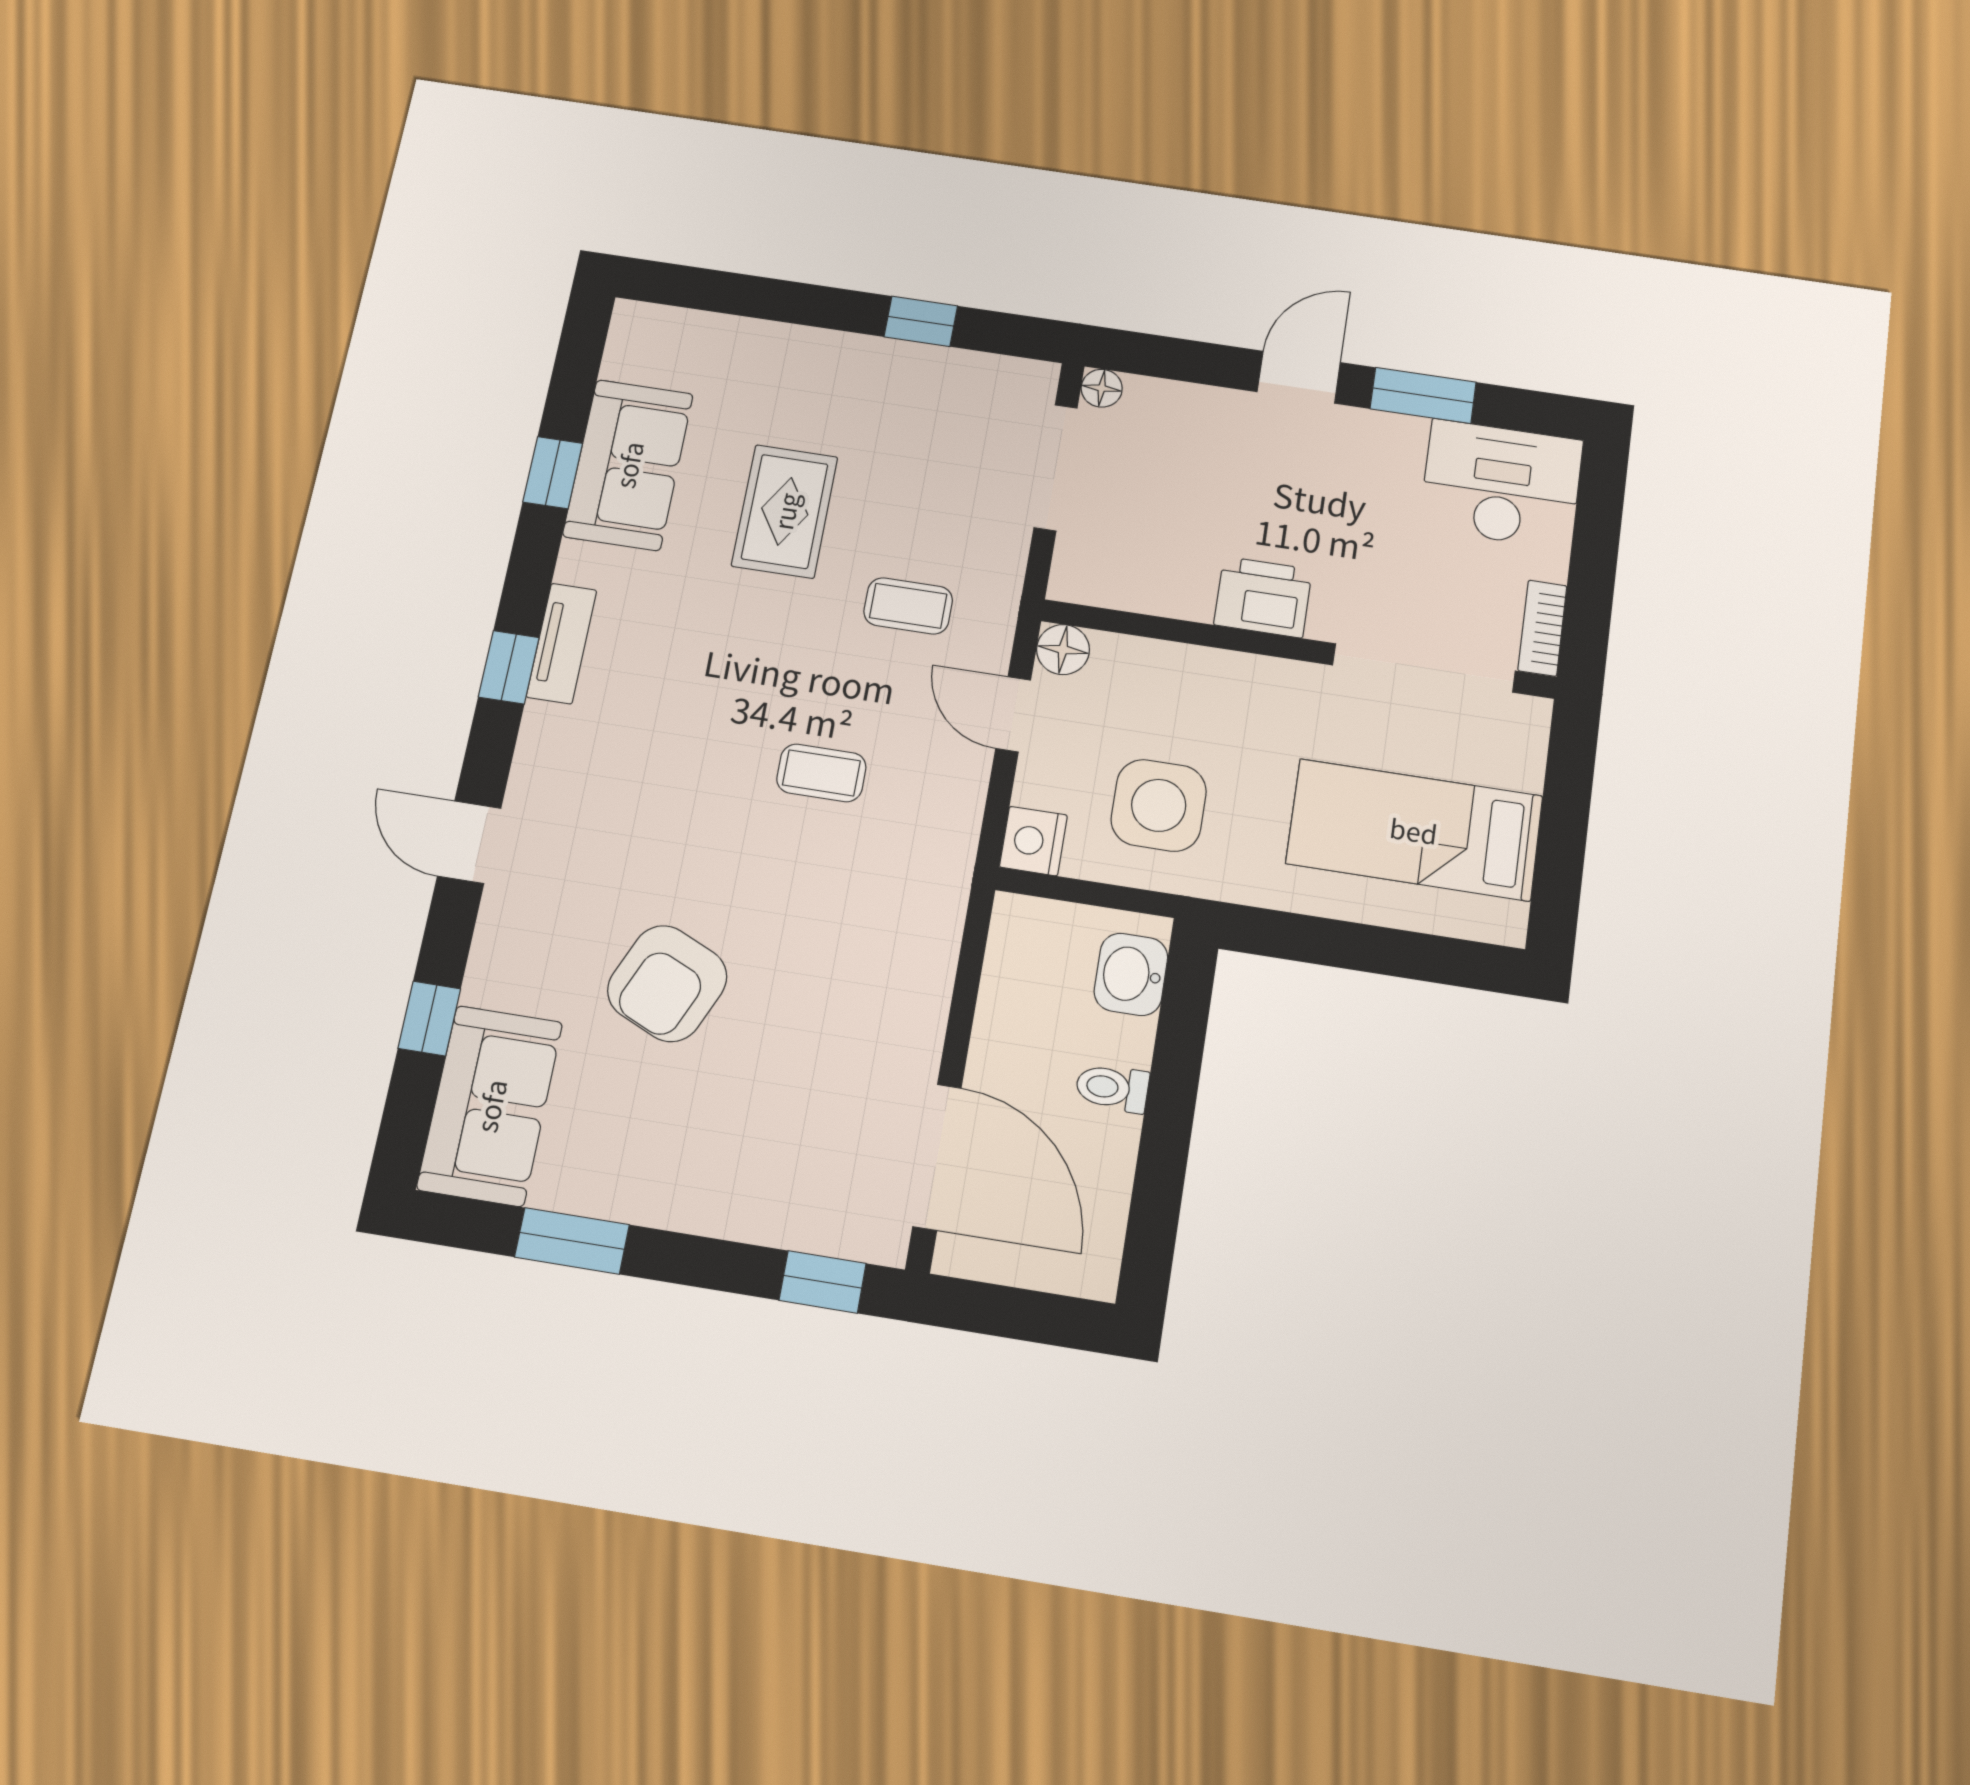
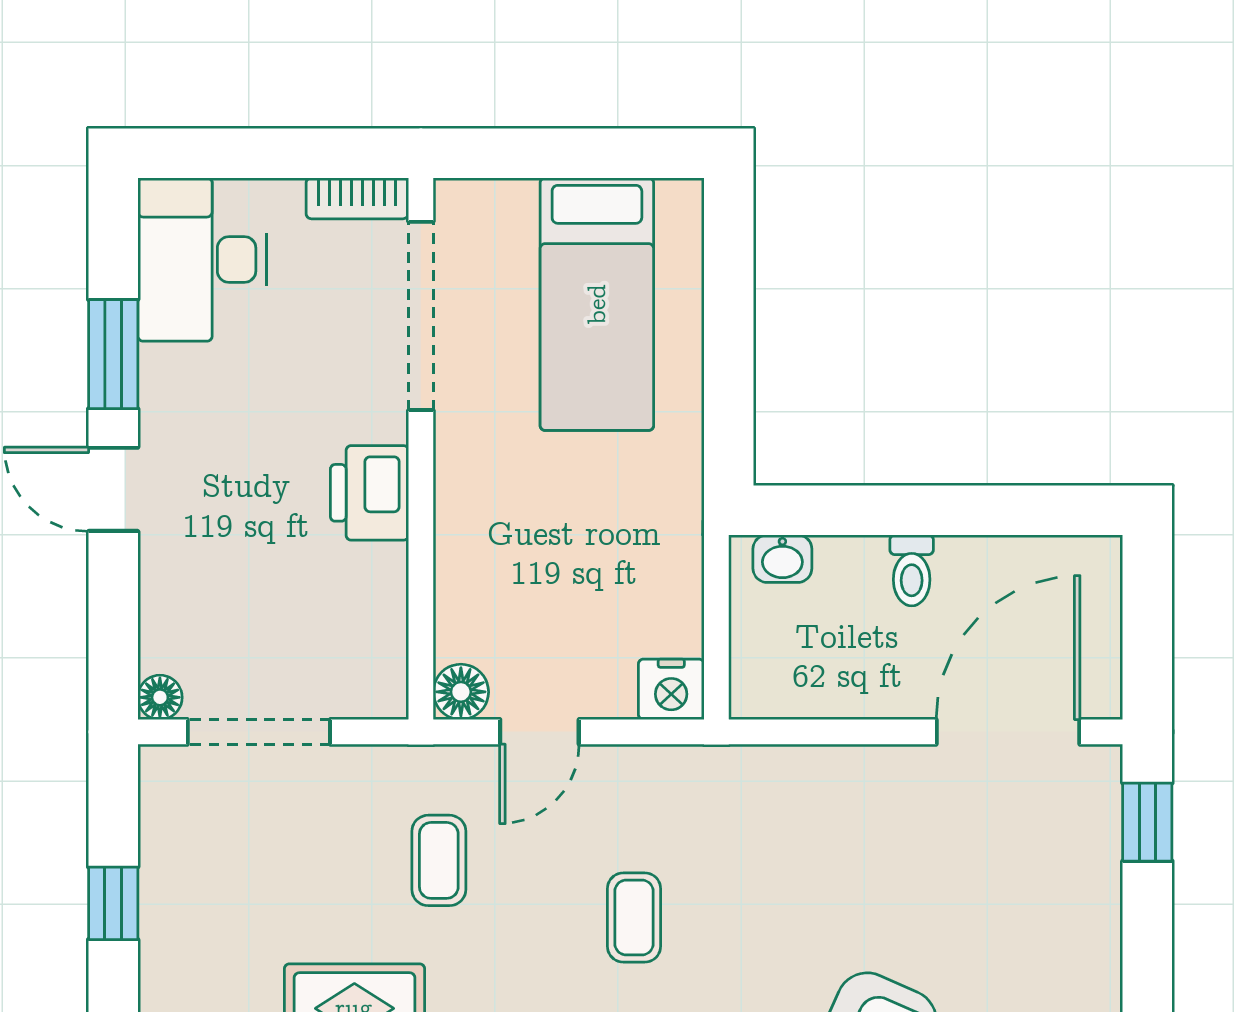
side table: (1159, 805) -> (613, 568), removed
washbasin: (1131, 974) -> (782, 559), width x0.72, depth x0.69

